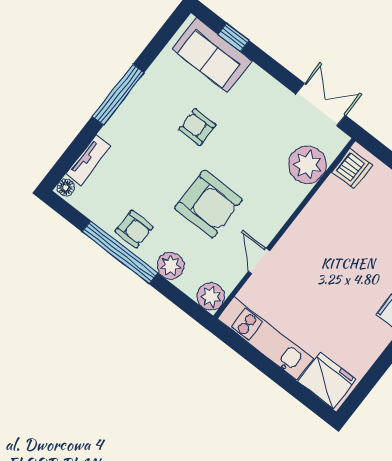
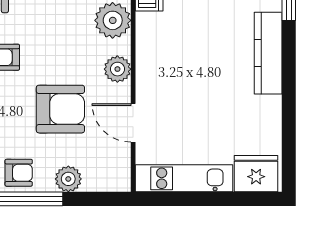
door: (259, 261) -> (133, 123), width x1.37
plant: (211, 297) -> (117, 69), moved

